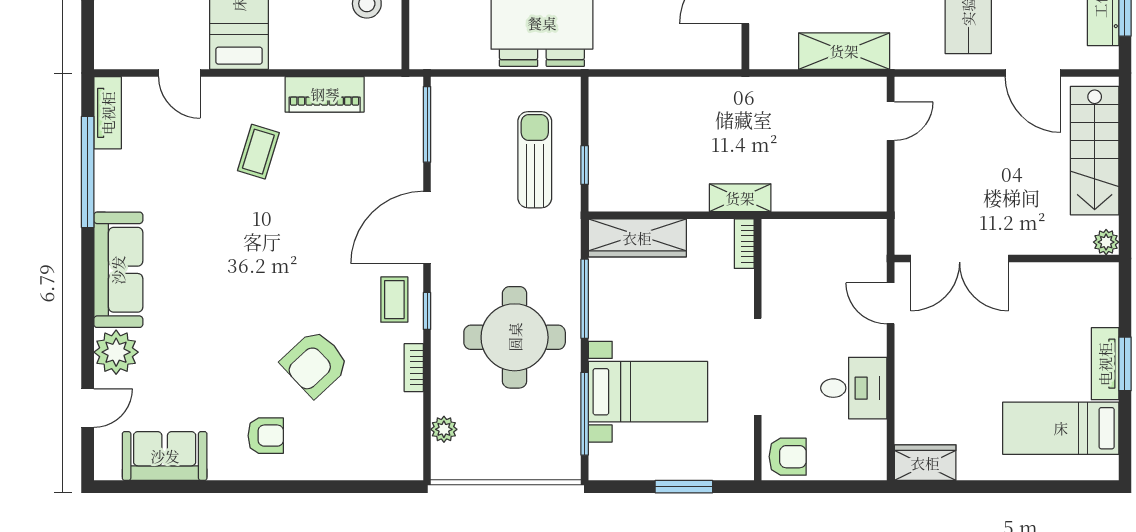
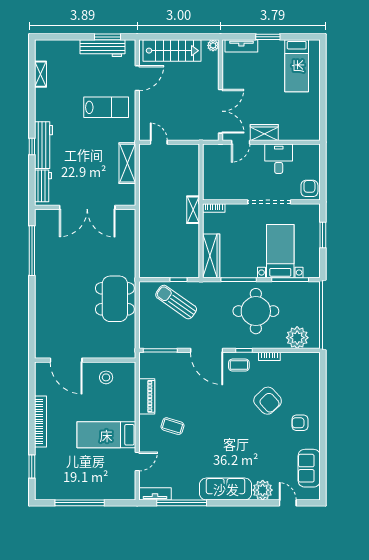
sun lounger: (535, 160) -> (176, 302), turned 35
tv unit: (1105, 364) -> (241, 46), moved
plant: (444, 429) -> (297, 338), width x1.87, depth x1.87
armchair: (266, 436) -> (300, 423), turned -90
wardrobe: (925, 463) -> (264, 132), moved, turned 90

